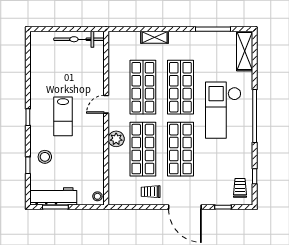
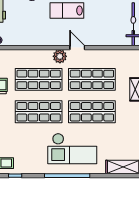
checkout: (223, 110) -> (72, 149), turned 180
plant: (116, 139) -> (60, 56), moved

